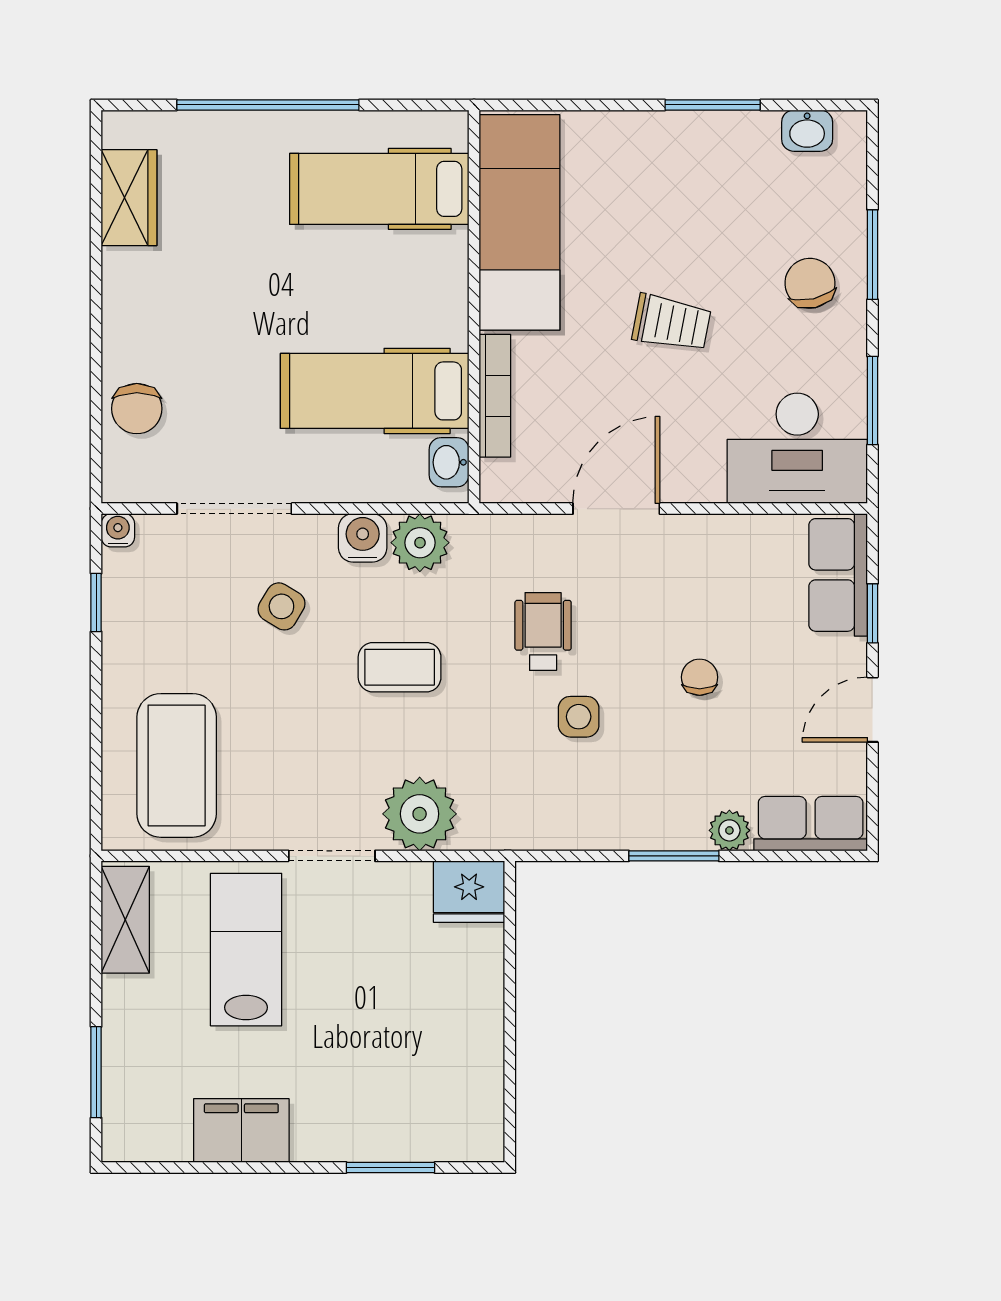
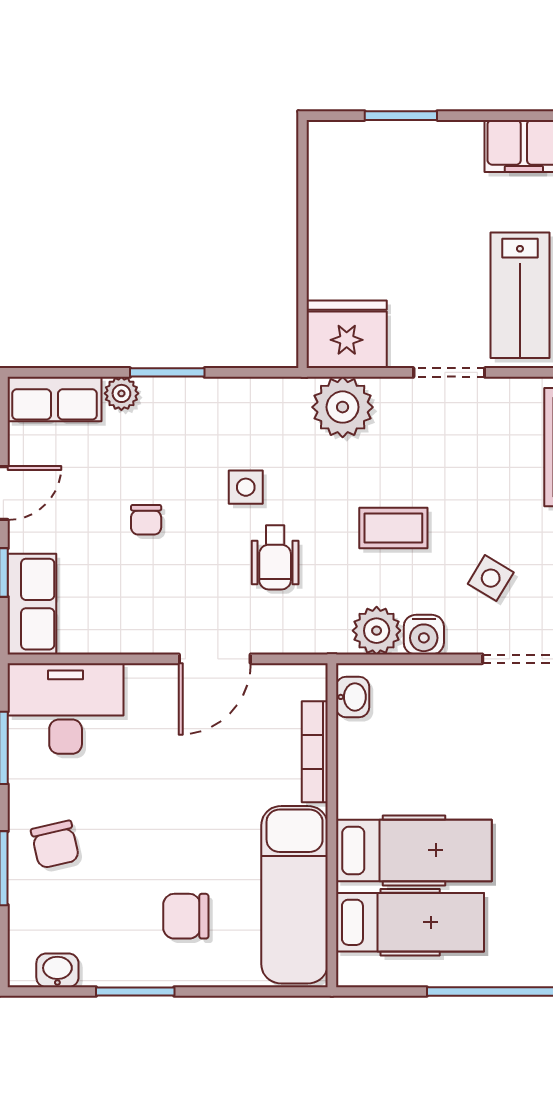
chair: (651, 196) -> (186, 916), added
trolley: (671, 323) -> (169, 812), removed
hospital bed: (375, 391) -> (414, 850), moved
plant: (420, 814) -> (343, 407), moved
fridge: (469, 892) -> (347, 334), width x1.36, depth x1.34

